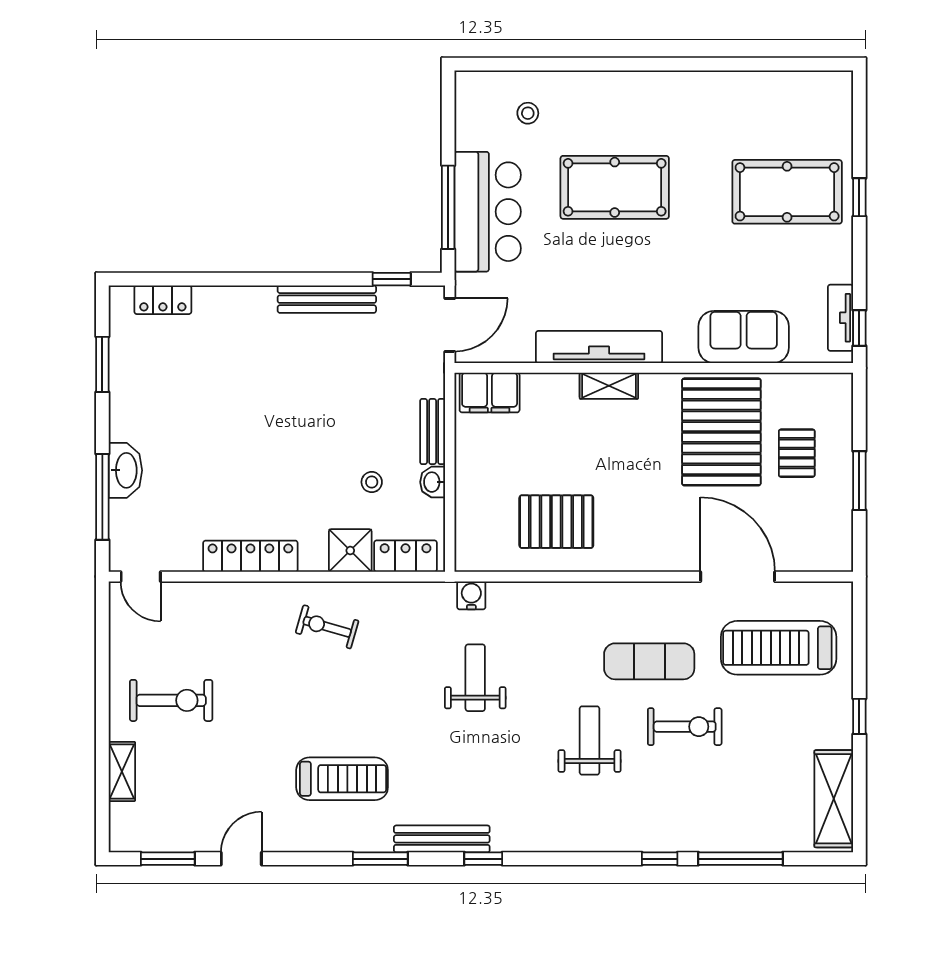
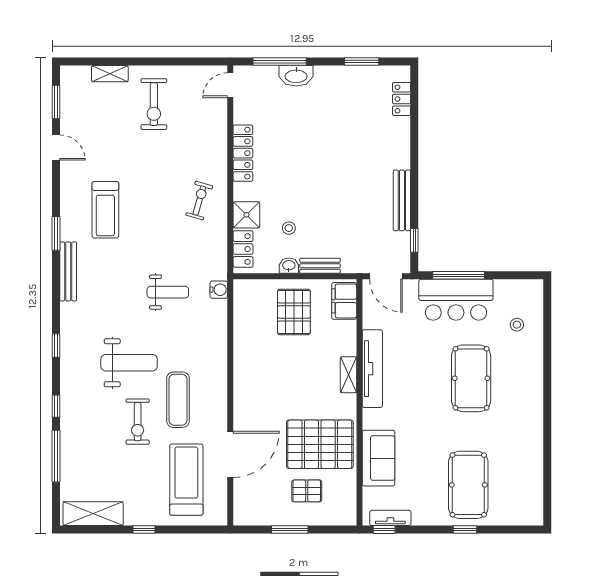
pallet: (556, 522) -> (294, 312), moved
weight bench: (590, 740) -> (129, 363), width x1.36, depth x1.33
window: (483, 859) -> (56, 345), moved

